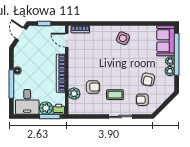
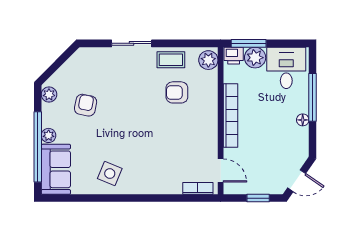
door: (21, 34) -> (297, 181), hinge flipped
side table: (123, 38) -> (110, 174), moved
plant: (170, 71) -> (49, 94), moved
plant: (74, 94) -> (208, 60), moved
coffee table: (115, 95) -> (171, 60), moved
armchair: (142, 100) -> (95, 71), removed

